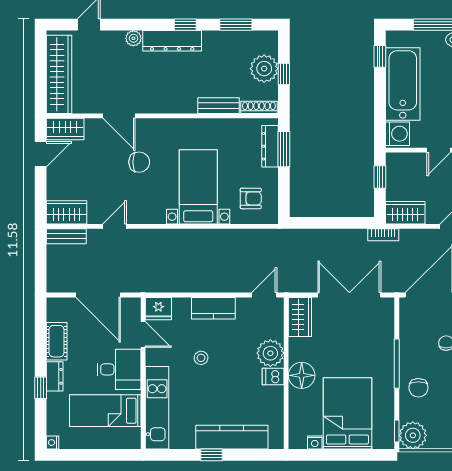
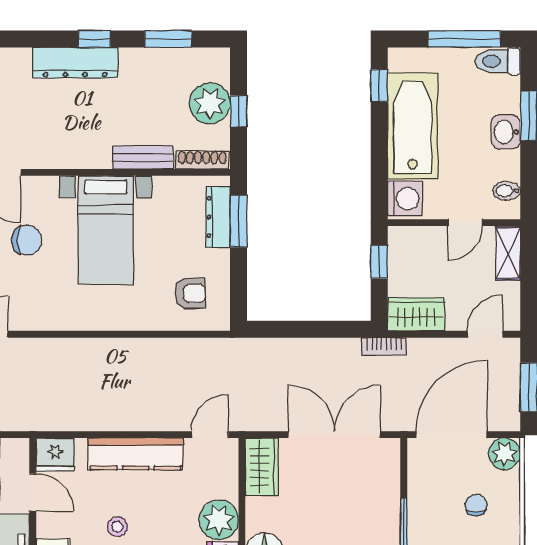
plant: (133, 38) -> (19, 59), removed
bed with nightstands: (198, 187) -> (106, 230), moved, turned 180
kitchen counter: (213, 308) -> (136, 454), width x1.50

